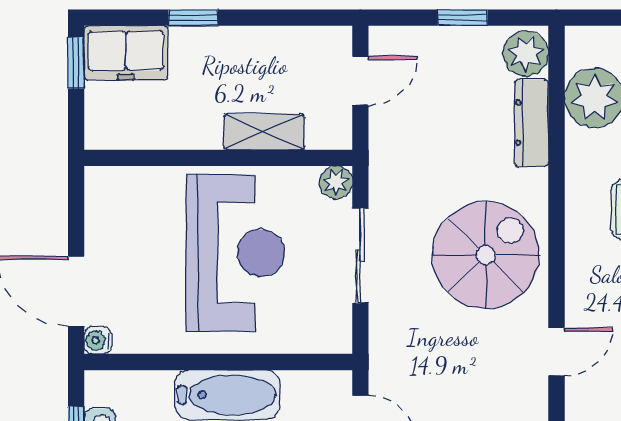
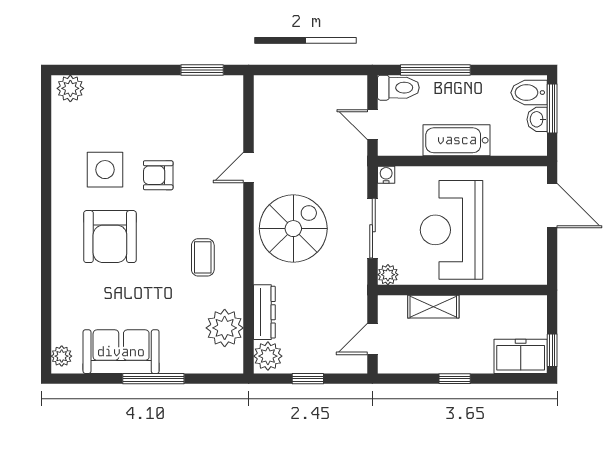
window: (193, 18) -> (455, 379), moved
spiral stairs: (486, 255) -> (293, 229), turned 180
water cooler: (98, 340) -> (386, 175), moved, turned -90

